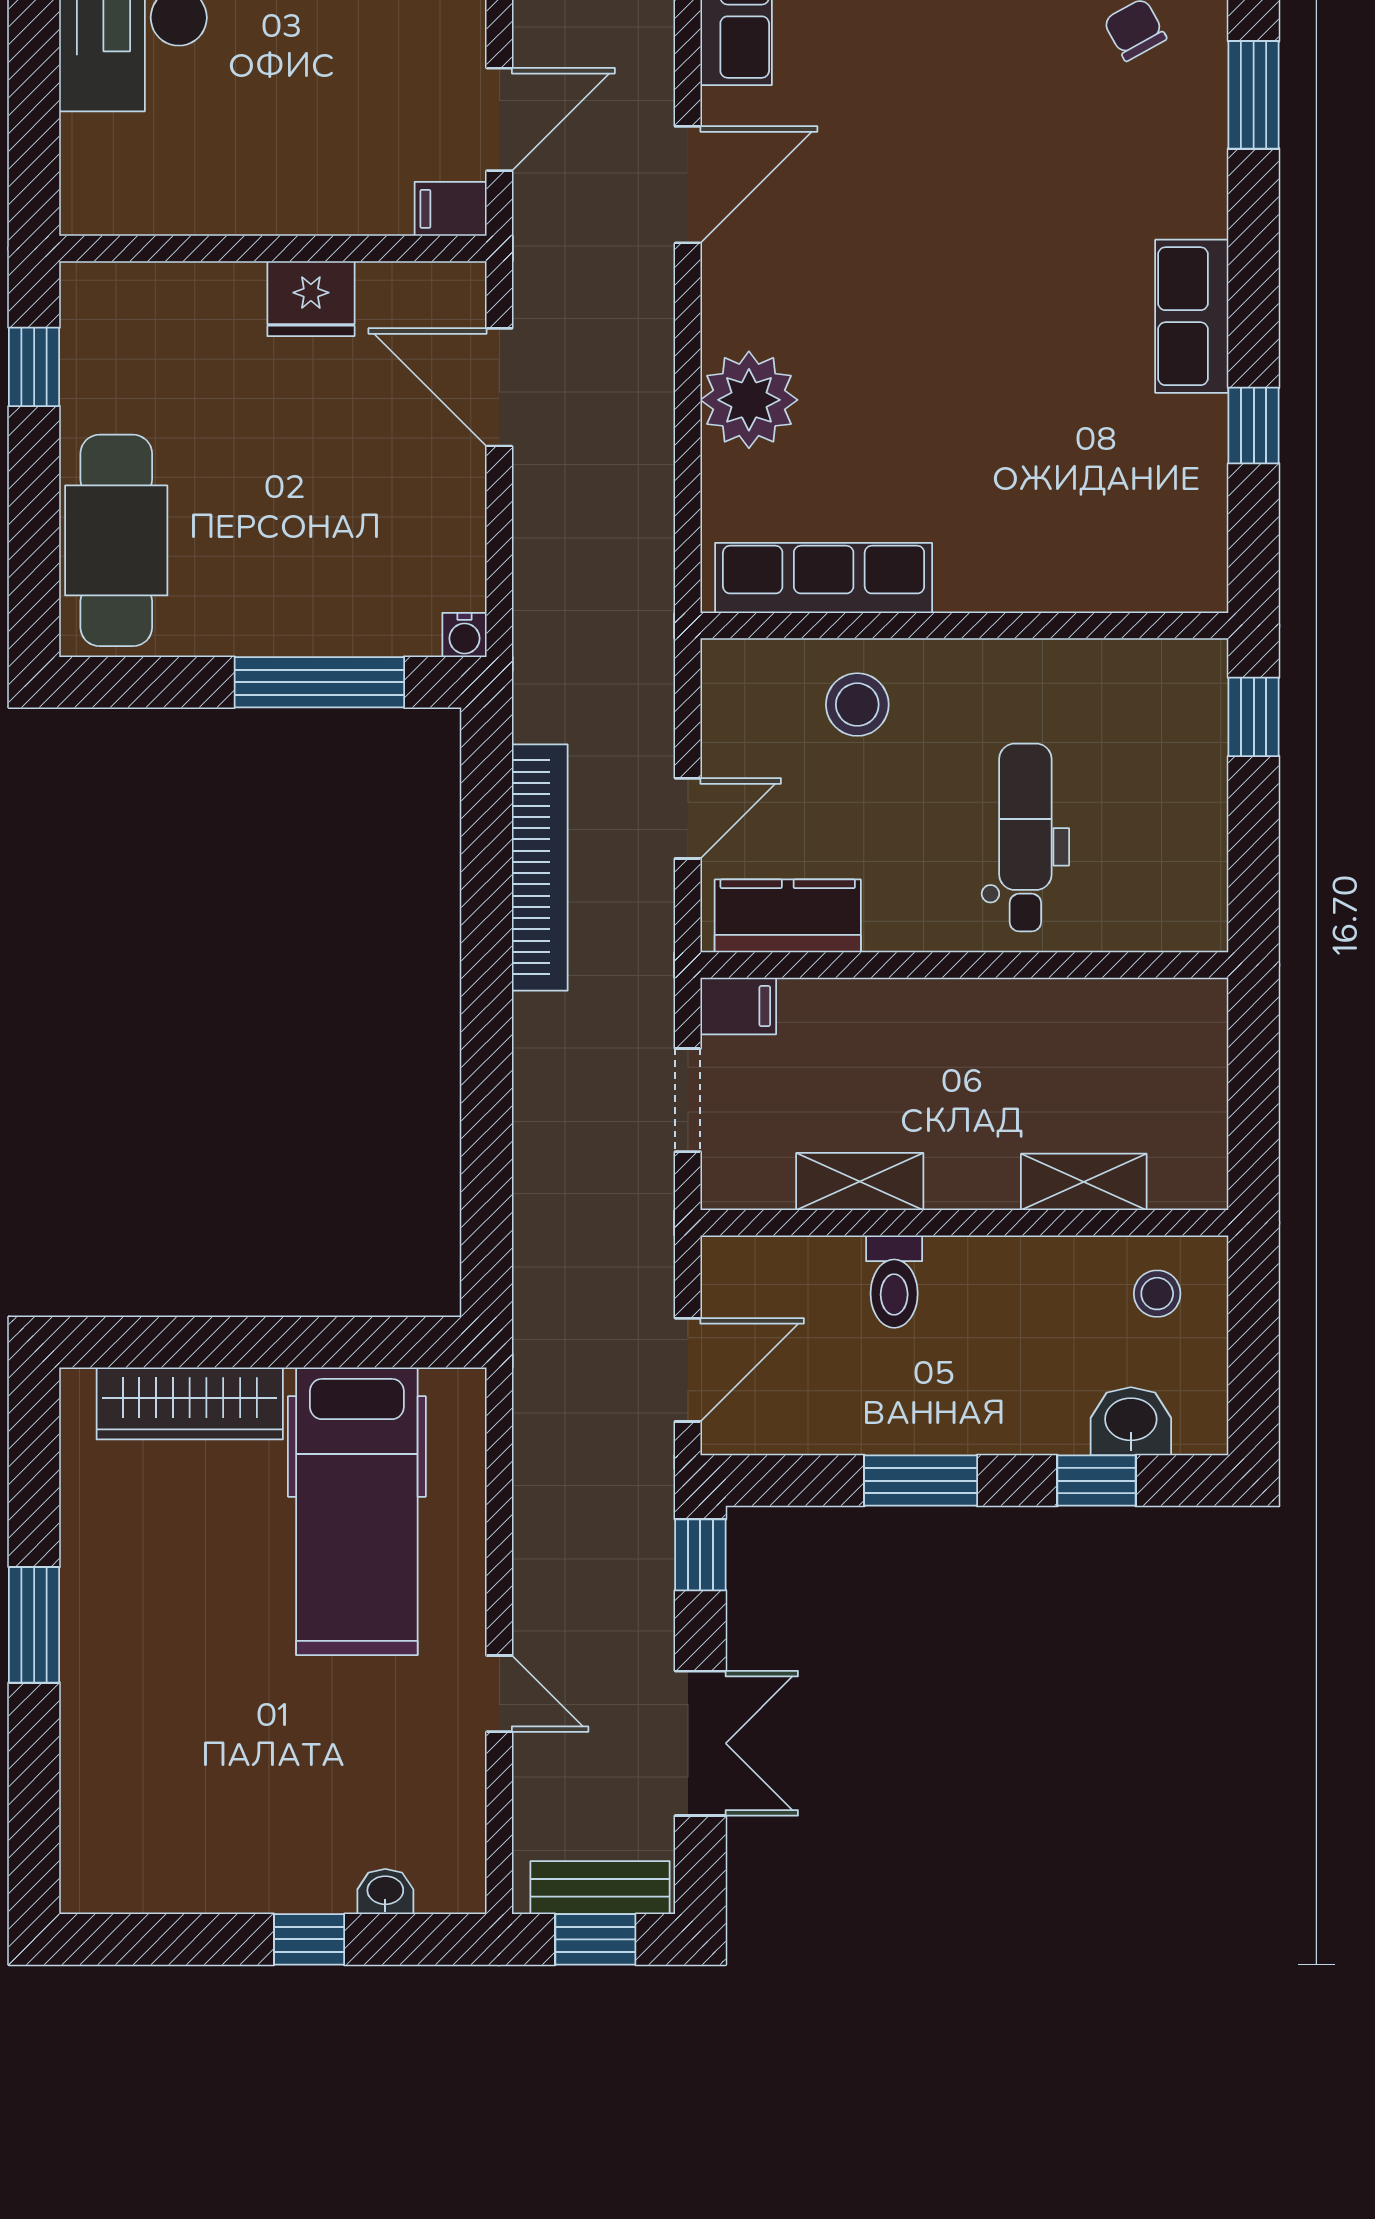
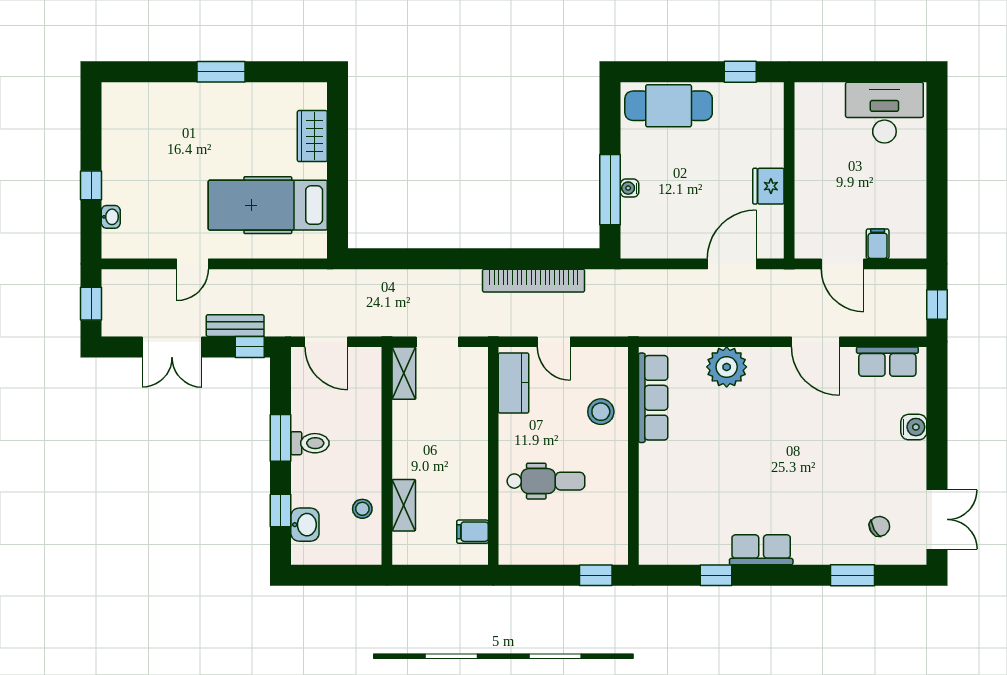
filing cabinet: (451, 209) -> (878, 244), moved
water cooler: (465, 635) -> (630, 188), moved
filing cabinet: (738, 1006) -> (472, 532), moved, turned 90
shelving: (860, 1182) -> (404, 373), moved
toilet: (894, 1282) -> (310, 443), moved, turned 180
stool: (1157, 1294) -> (362, 509), moved
wardrobe: (190, 1403) -> (312, 136), width x0.67
bench: (600, 1888) -> (235, 326), moved, turned 90

